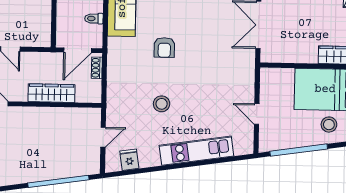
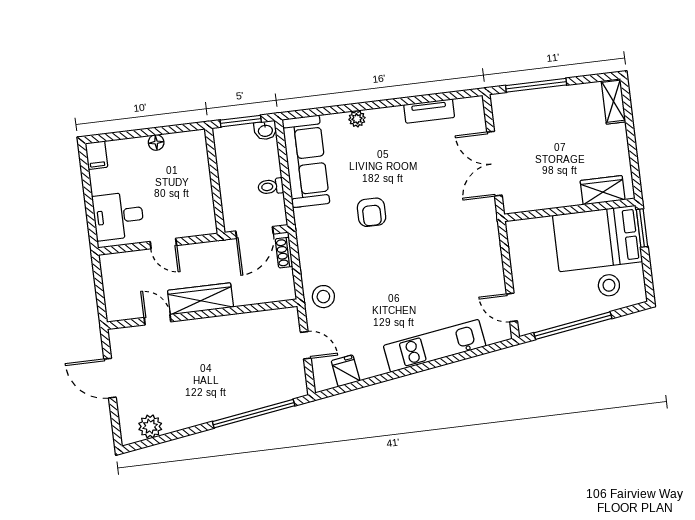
wardrobe: (52, 93) -> (200, 299), moved
stool: (162, 104) -> (323, 297), moved
door: (257, 114) -> (512, 307), moved
door: (103, 137) -> (306, 345), hinge flipped

